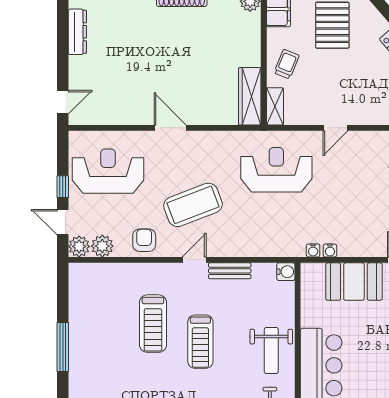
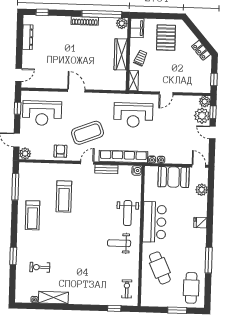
wardrobe: (250, 96) -> (121, 54), moved
reception desk: (276, 170) -> (133, 115), turned 180
reception desk: (108, 171) -> (42, 113), turned 180
window: (63, 187) -> (18, 108), moved
plant: (102, 246) -> (38, 154), removed
row of seats: (260, 247) -> (123, 156), added
treadmill: (200, 342) -> (33, 215), moved
window: (63, 347) -> (15, 187), moved

